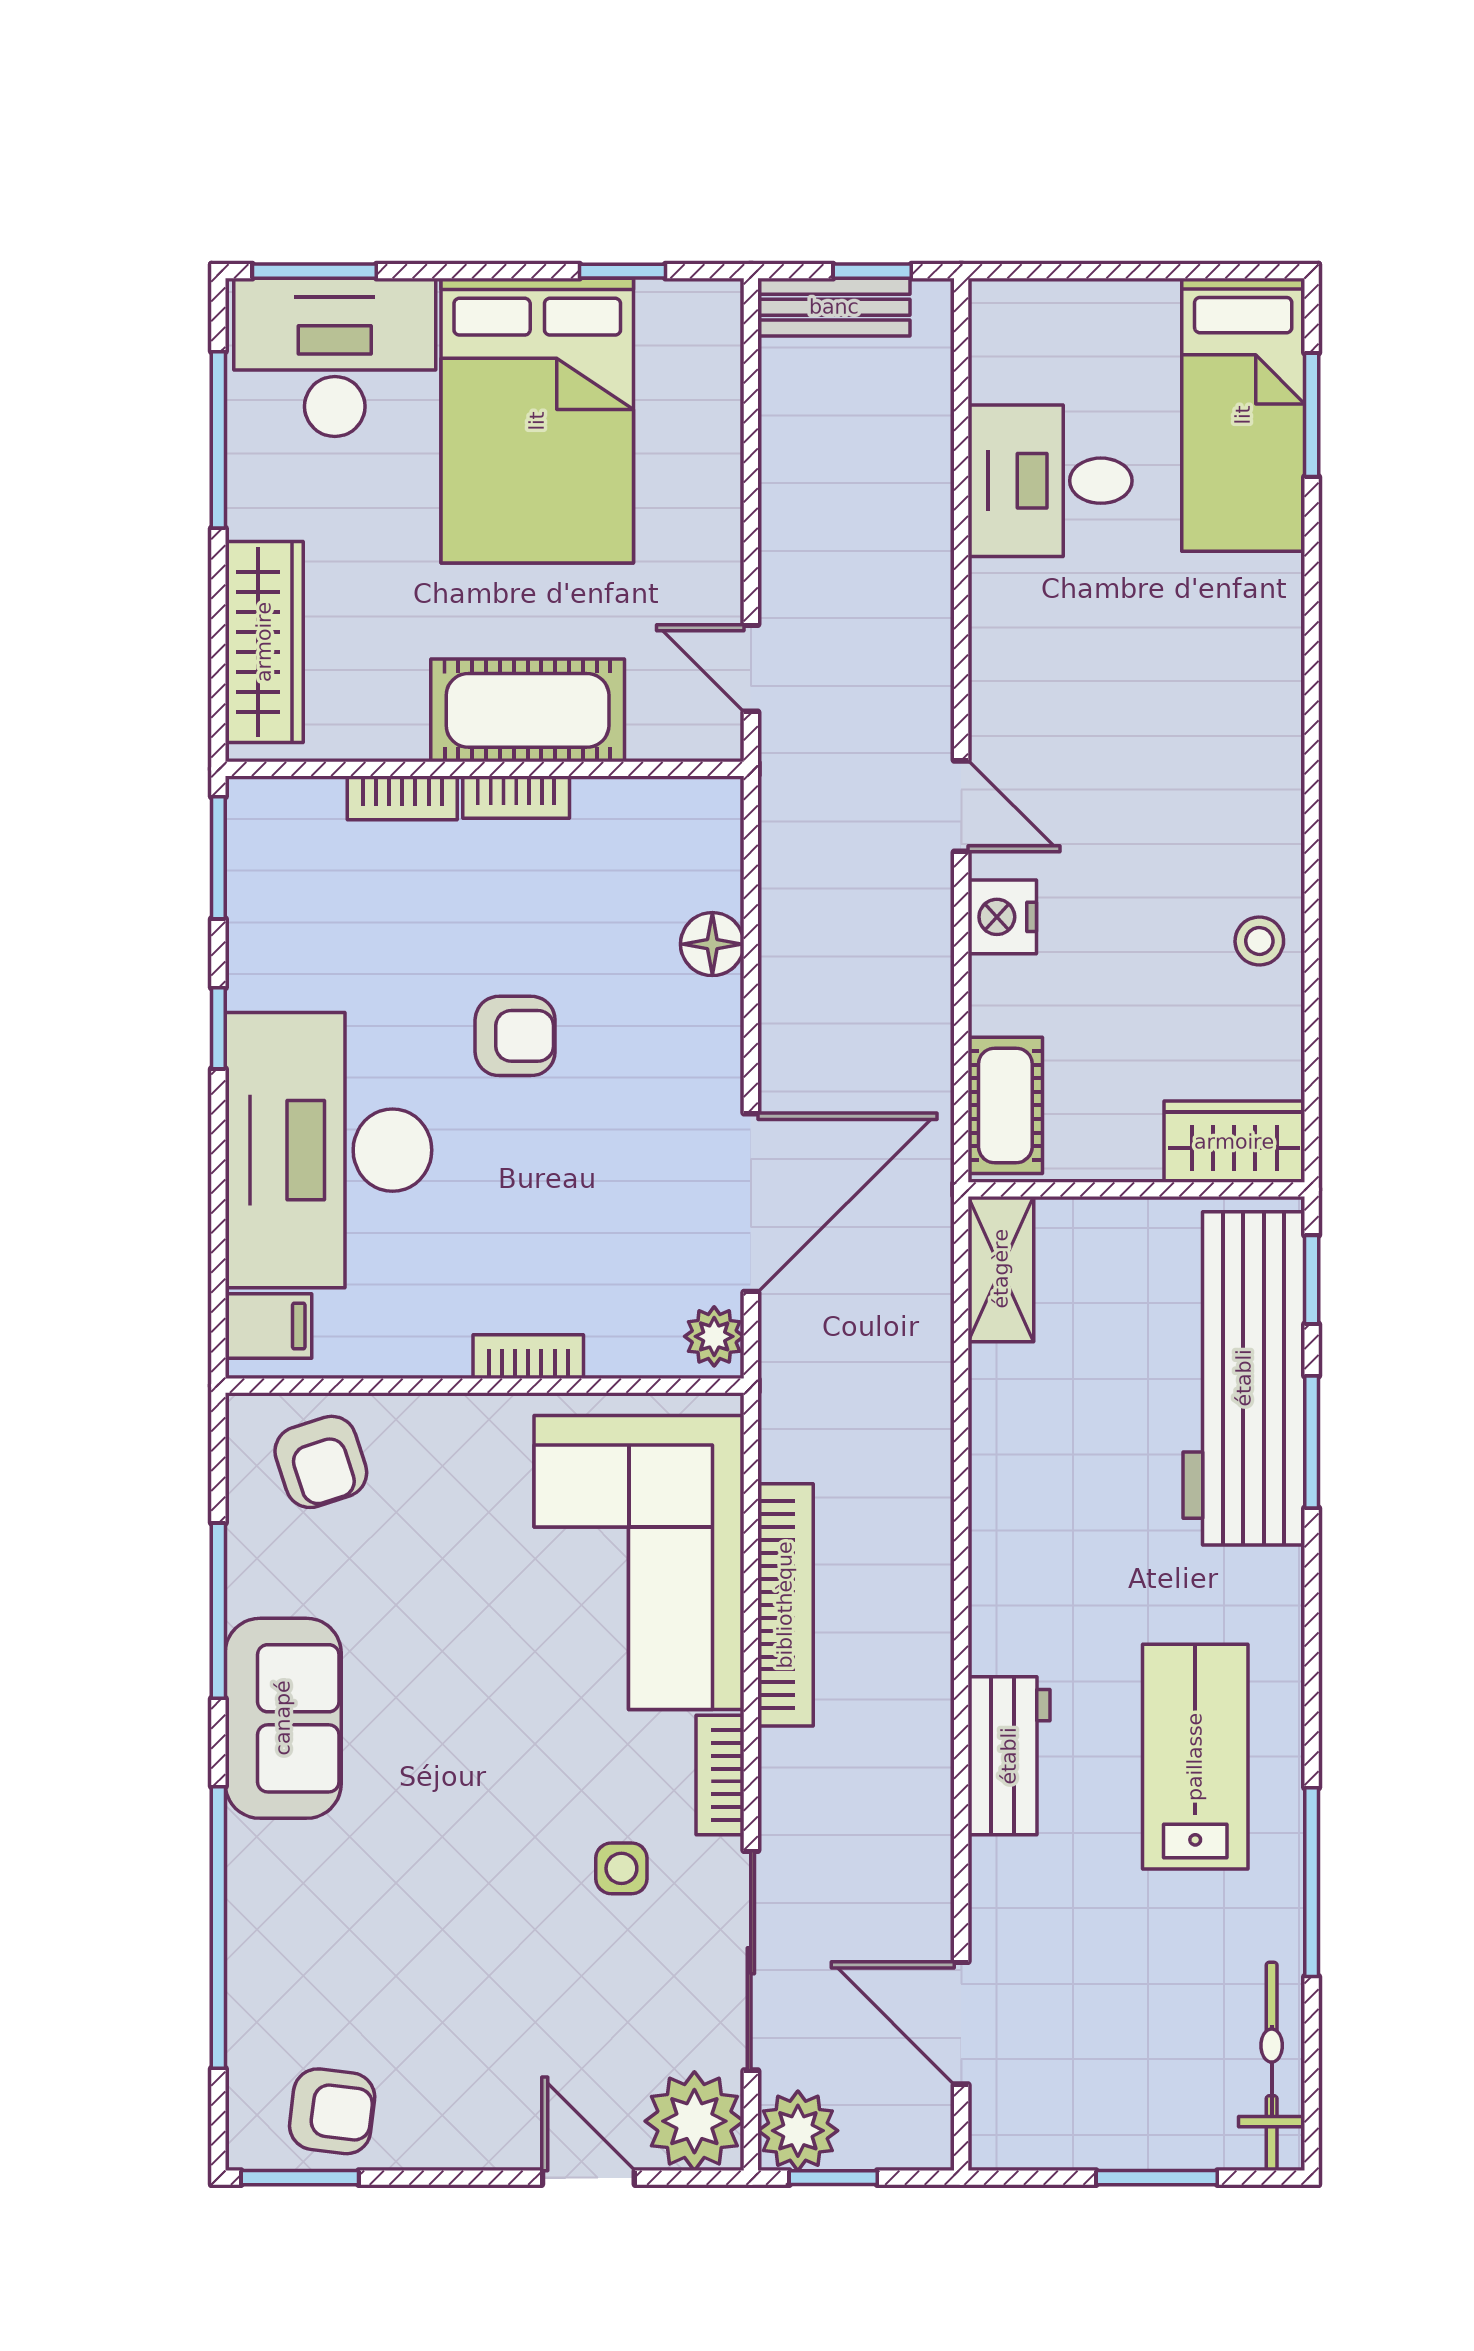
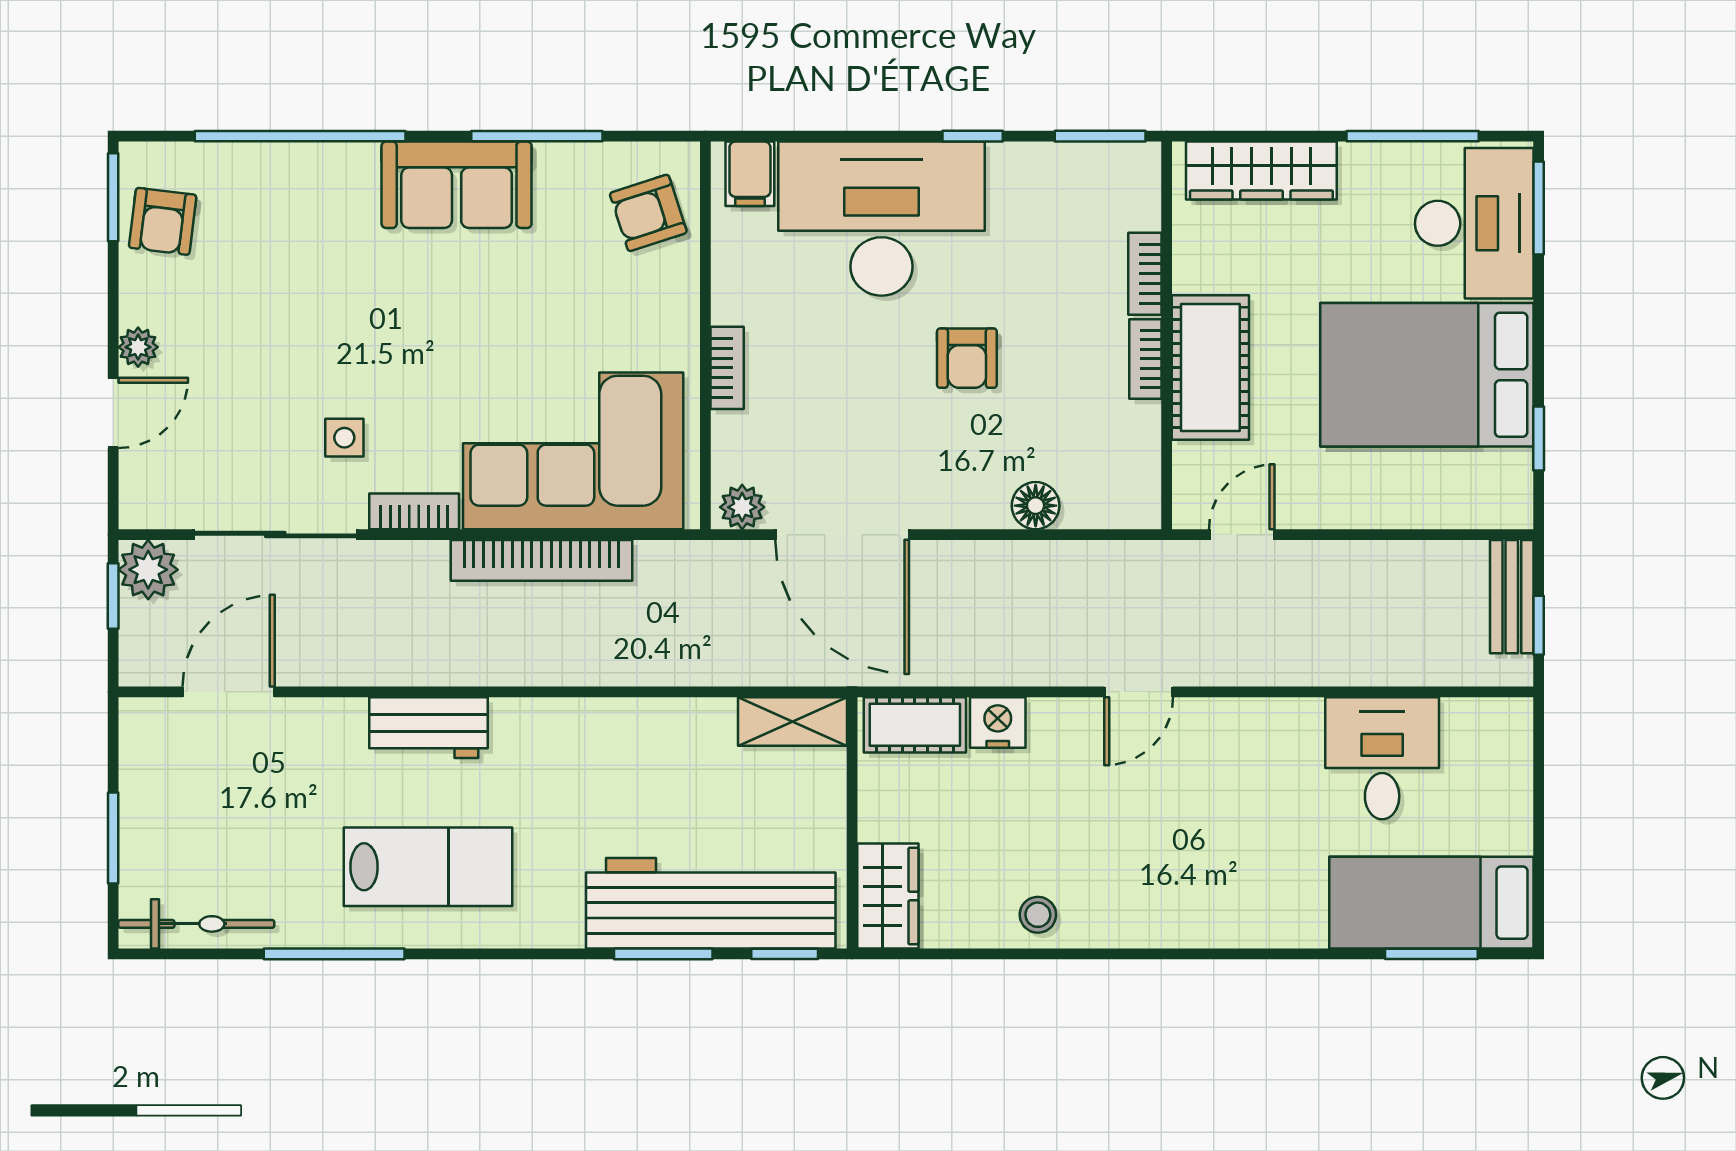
nightstand: (1002, 917) -> (998, 722), moved
plant: (694, 2121) -> (138, 347), moved, width x0.53, depth x0.53

